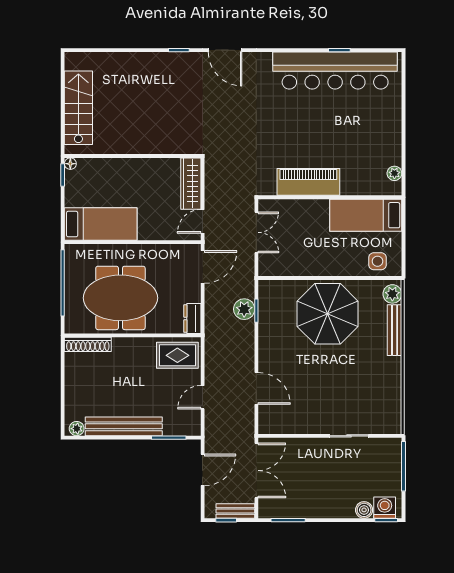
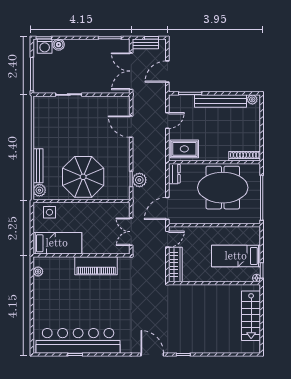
bed: (101, 224) -> (236, 256), moved

